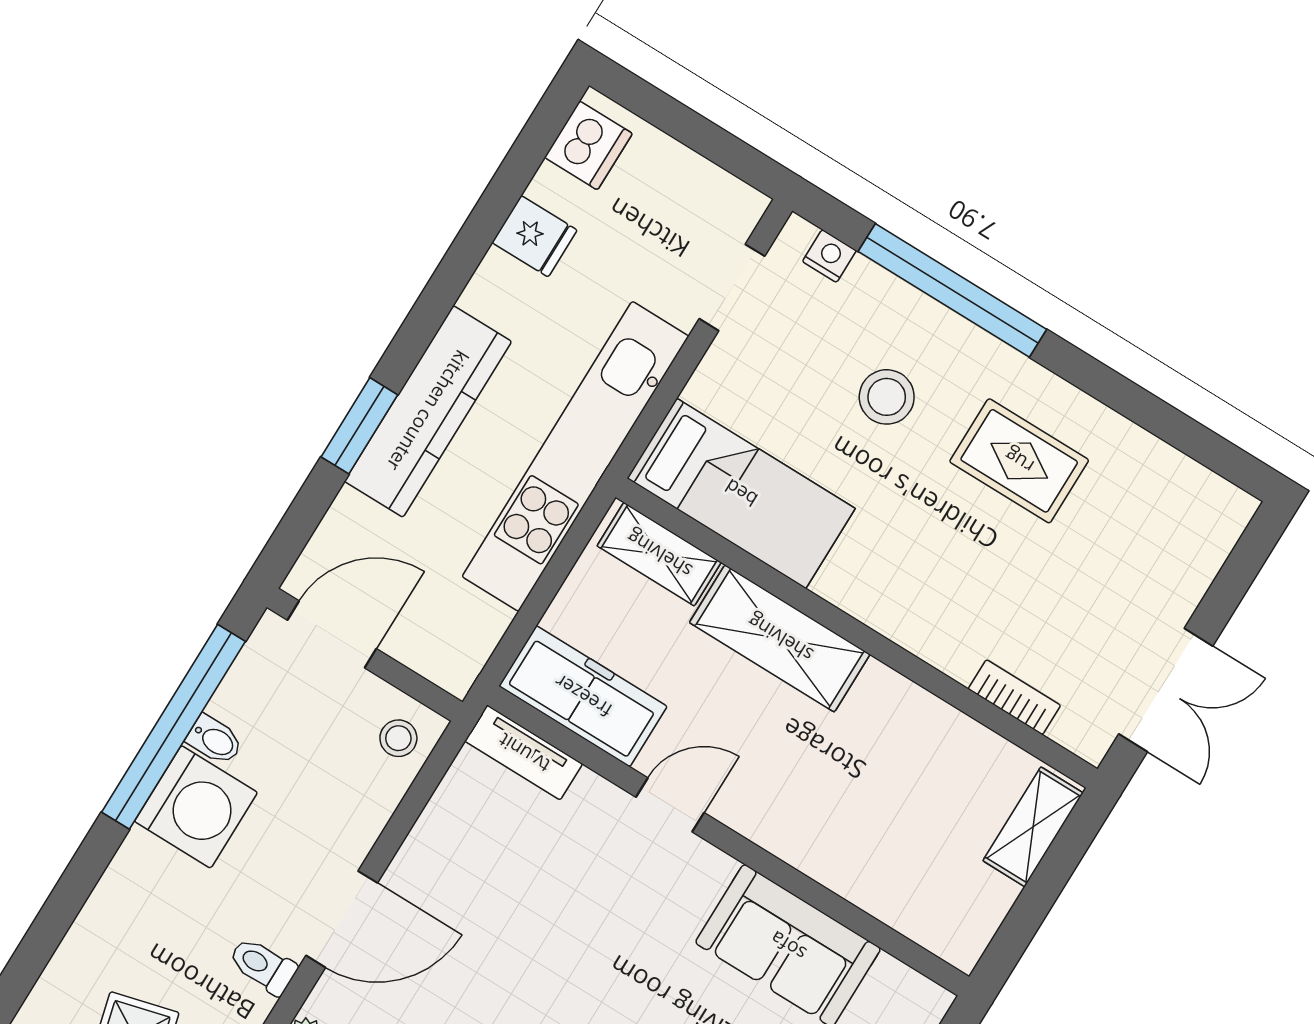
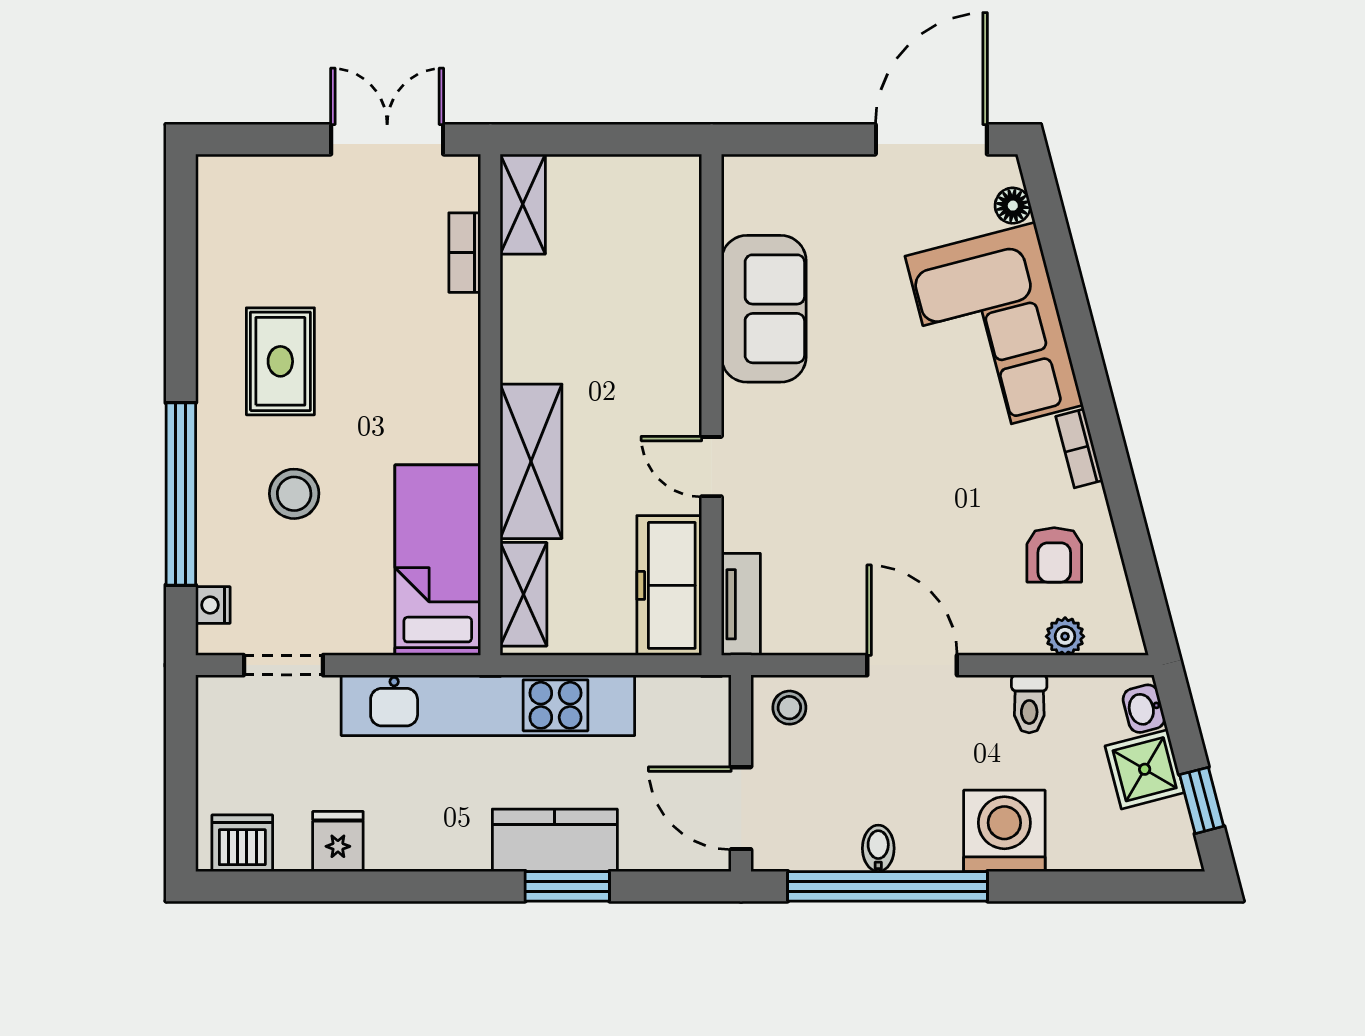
kitchen counter: (428, 411) -> (555, 840), width x0.67
washing machine: (196, 807) -> (1004, 831), moved
shelving: (1033, 827) -> (523, 204), moved, turned 90
door: (342, 919) -> (912, 665), moved

